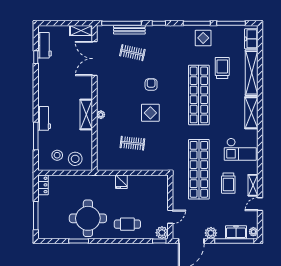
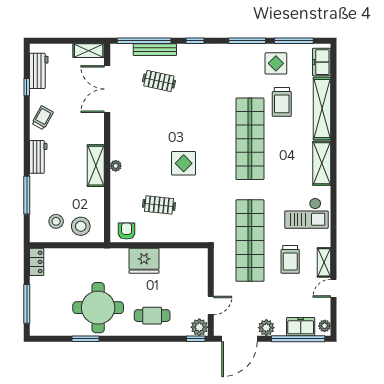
display table: (203, 38) -> (276, 63), moved
trolley: (222, 68) -> (282, 102), turned 180
trolley: (47, 79) -> (42, 118), added
armchair: (151, 85) -> (127, 231), moved
workbench: (44, 118) -> (38, 157), moved
fridge: (121, 182) -> (144, 261), width x1.88, depth x1.34

